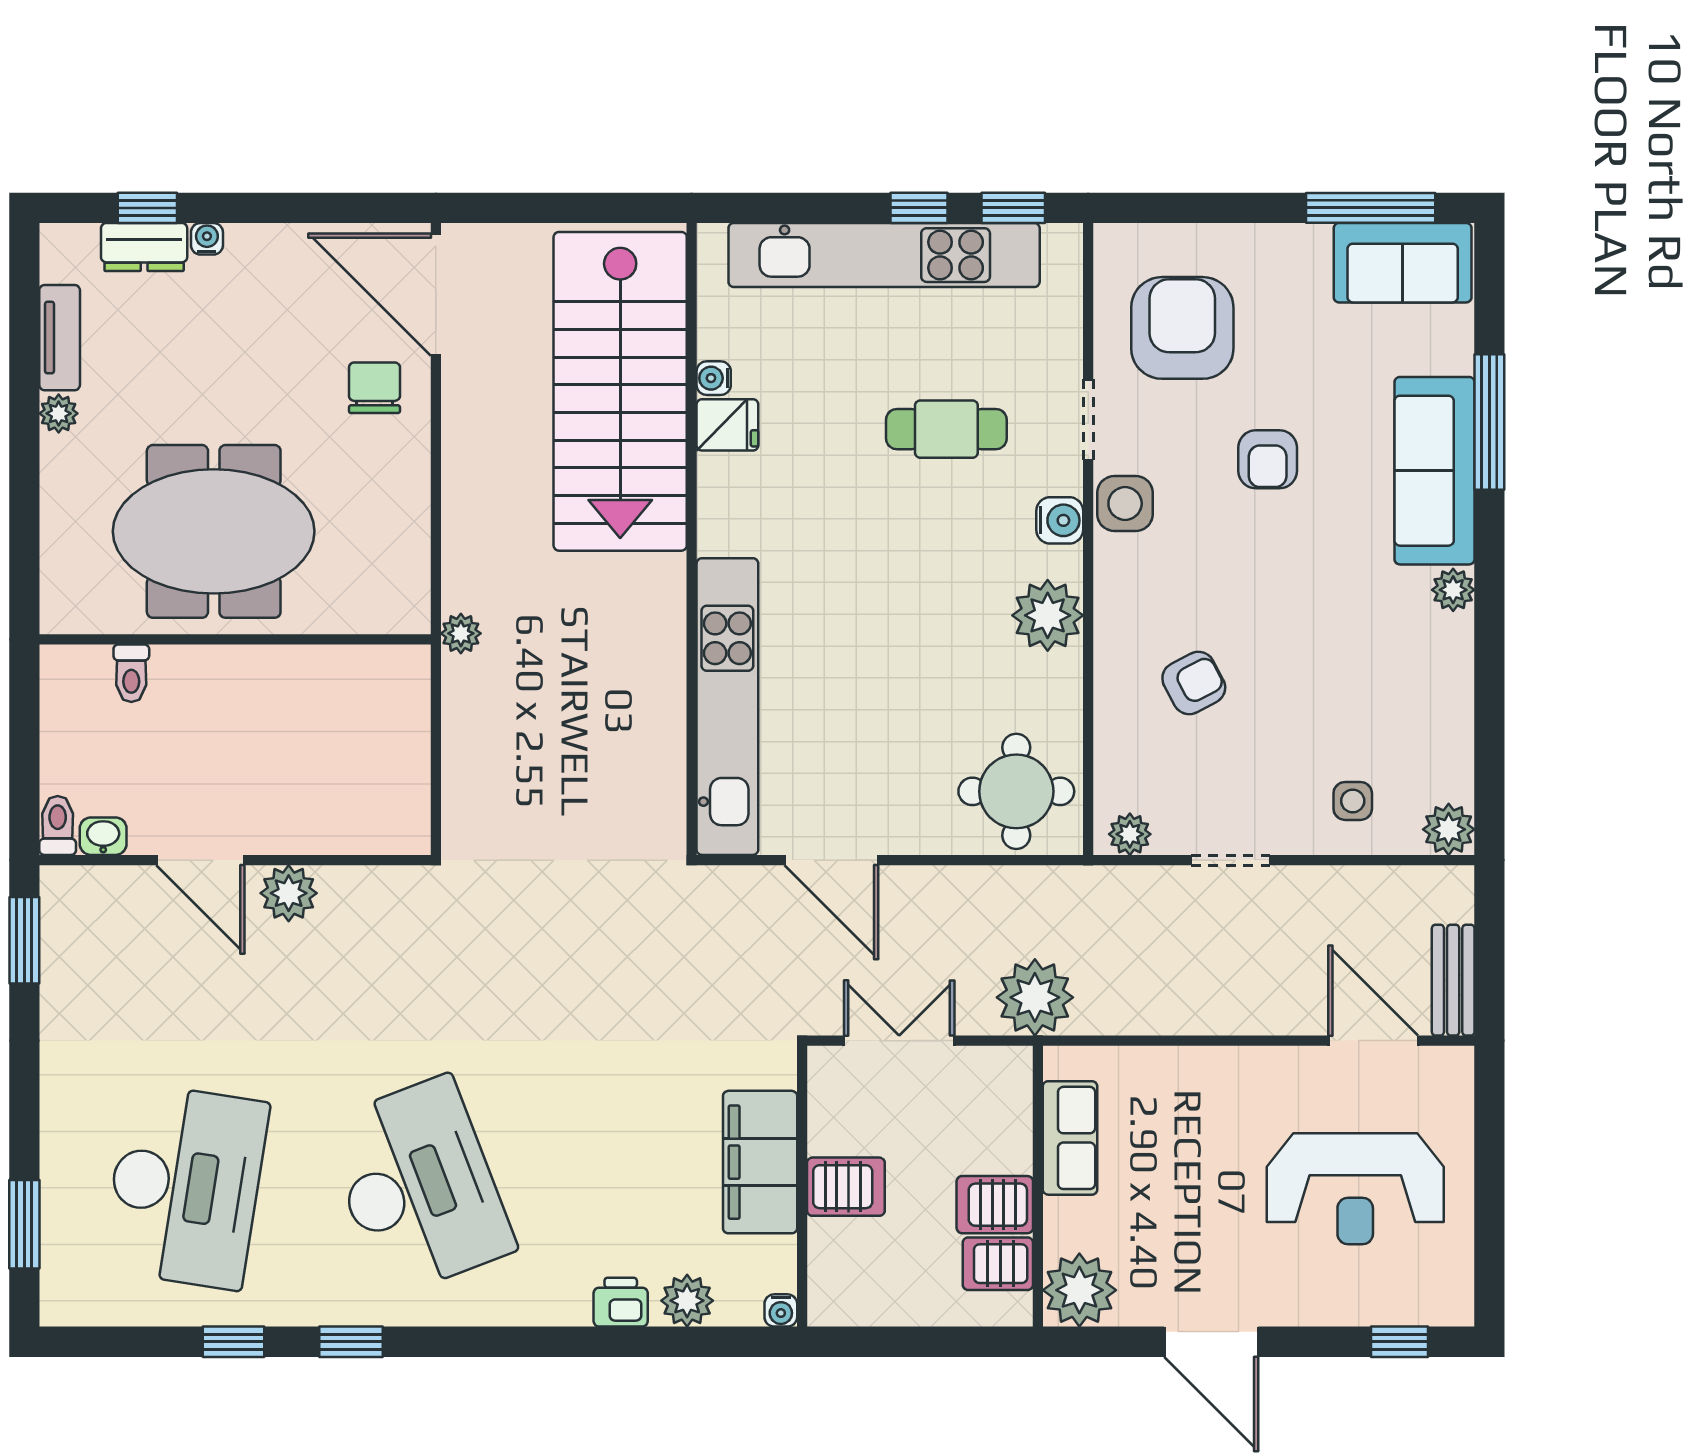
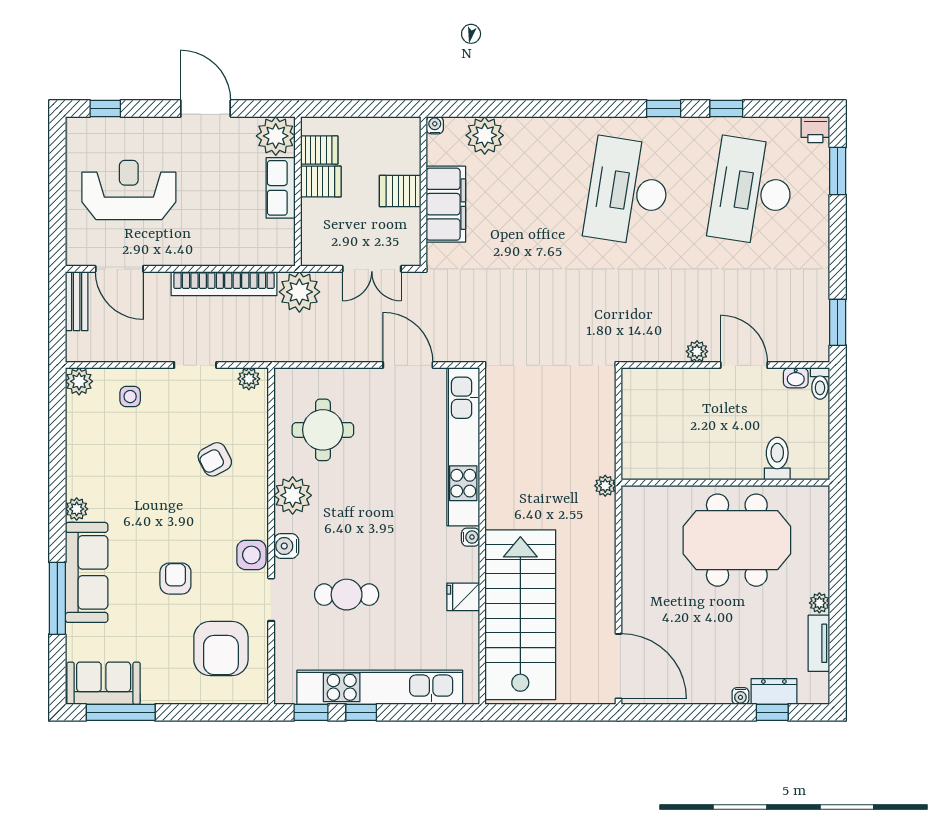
water cooler: (714, 378) -> (471, 537), moved
chair: (374, 388) -> (651, 617), removed
toilet: (131, 673) -> (777, 459), width x1.37, depth x1.39
round table: (1016, 791) -> (323, 430), moved
plant: (289, 893) -> (697, 351), width x0.73, depth x0.73
bookcase: (1176, 1013) -> (224, 284), added
row of seats: (1070, 1138) -> (281, 188), moved
desk: (418, 1186) -> (628, 191), turned 30
plant: (687, 1301) -> (485, 135), width x1.36, depth x1.36
printer: (621, 1302) -> (815, 130), moved

